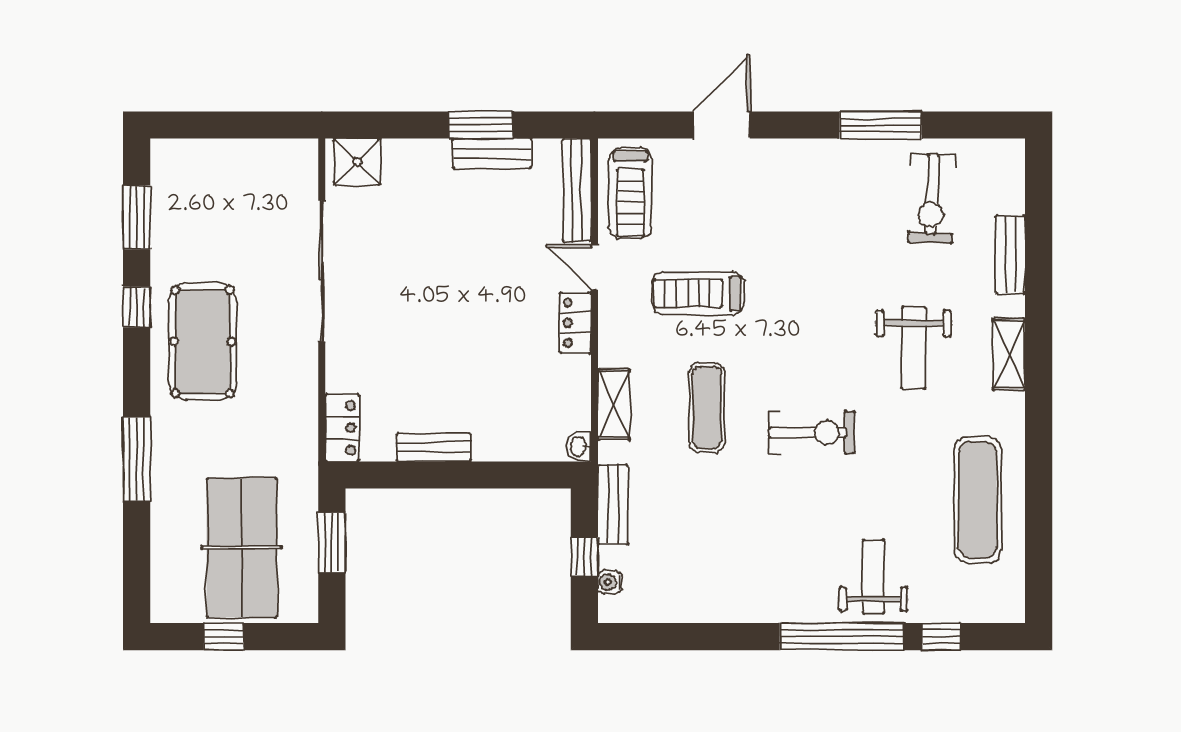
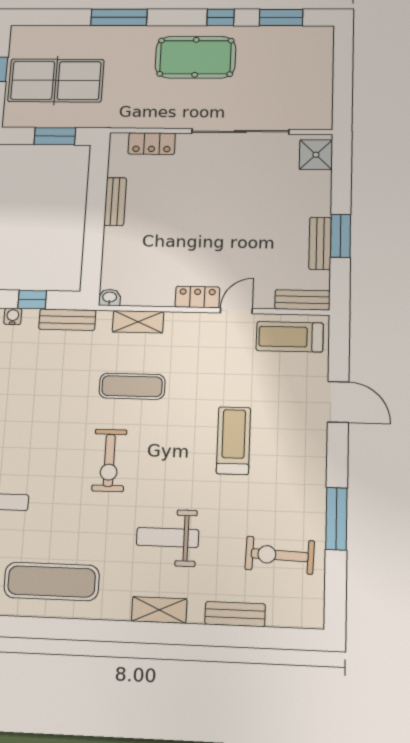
bench: (577, 190) -> (302, 300), width x0.73
treadmill: (698, 293) -> (233, 441), moved
locker: (342, 428) -> (152, 144), moved

